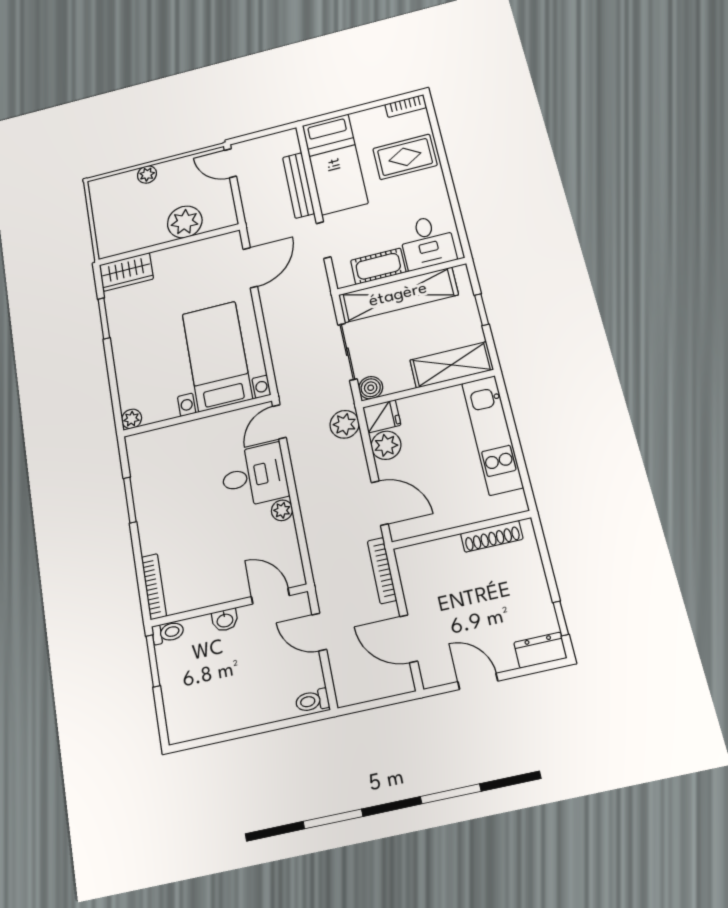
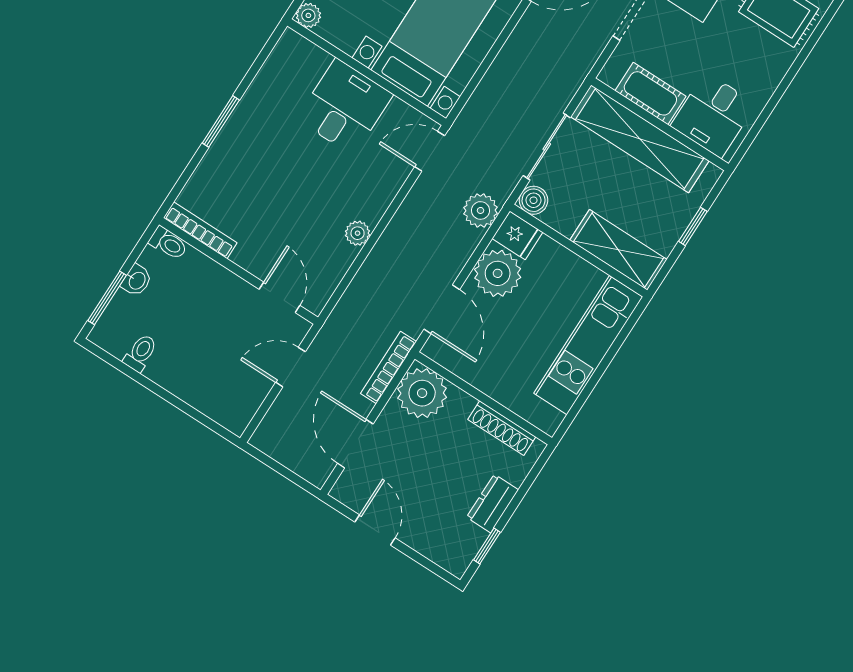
plant: (386, 445) -> (498, 273), width x1.36, depth x1.36
desk: (254, 476) -> (345, 107), moved, turned -90
window: (130, 500) -> (221, 121), moved
plant: (419, 565) -> (422, 393), added
bookcase: (154, 587) -> (200, 230), moved, turned -90
washbasin: (225, 620) -> (137, 280), moved, turned -90
door: (319, 632) -> (291, 367), hinge flipped
dresser: (540, 650) -> (493, 503), moved, turned -90
window: (153, 661) -> (107, 298), moved
toilet: (312, 701) -> (140, 353), moved, turned 90

